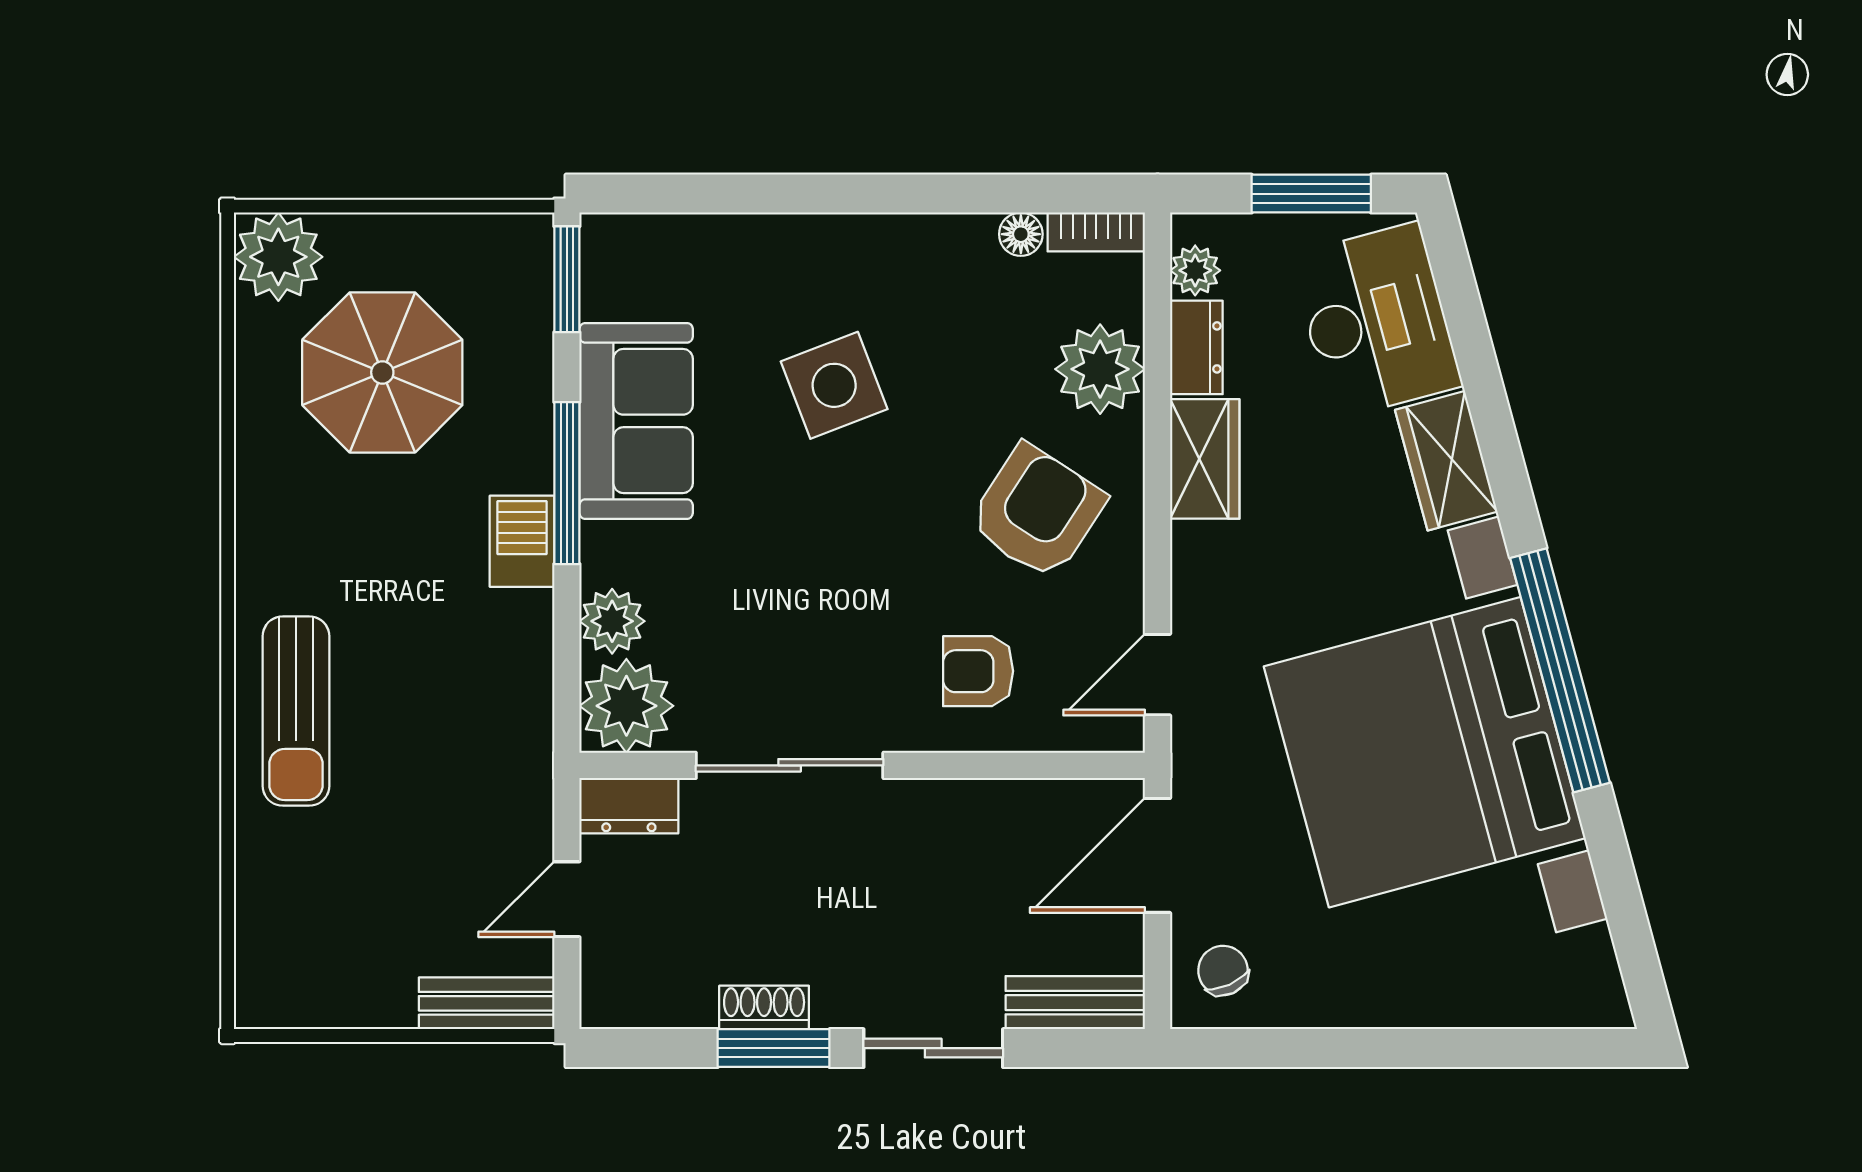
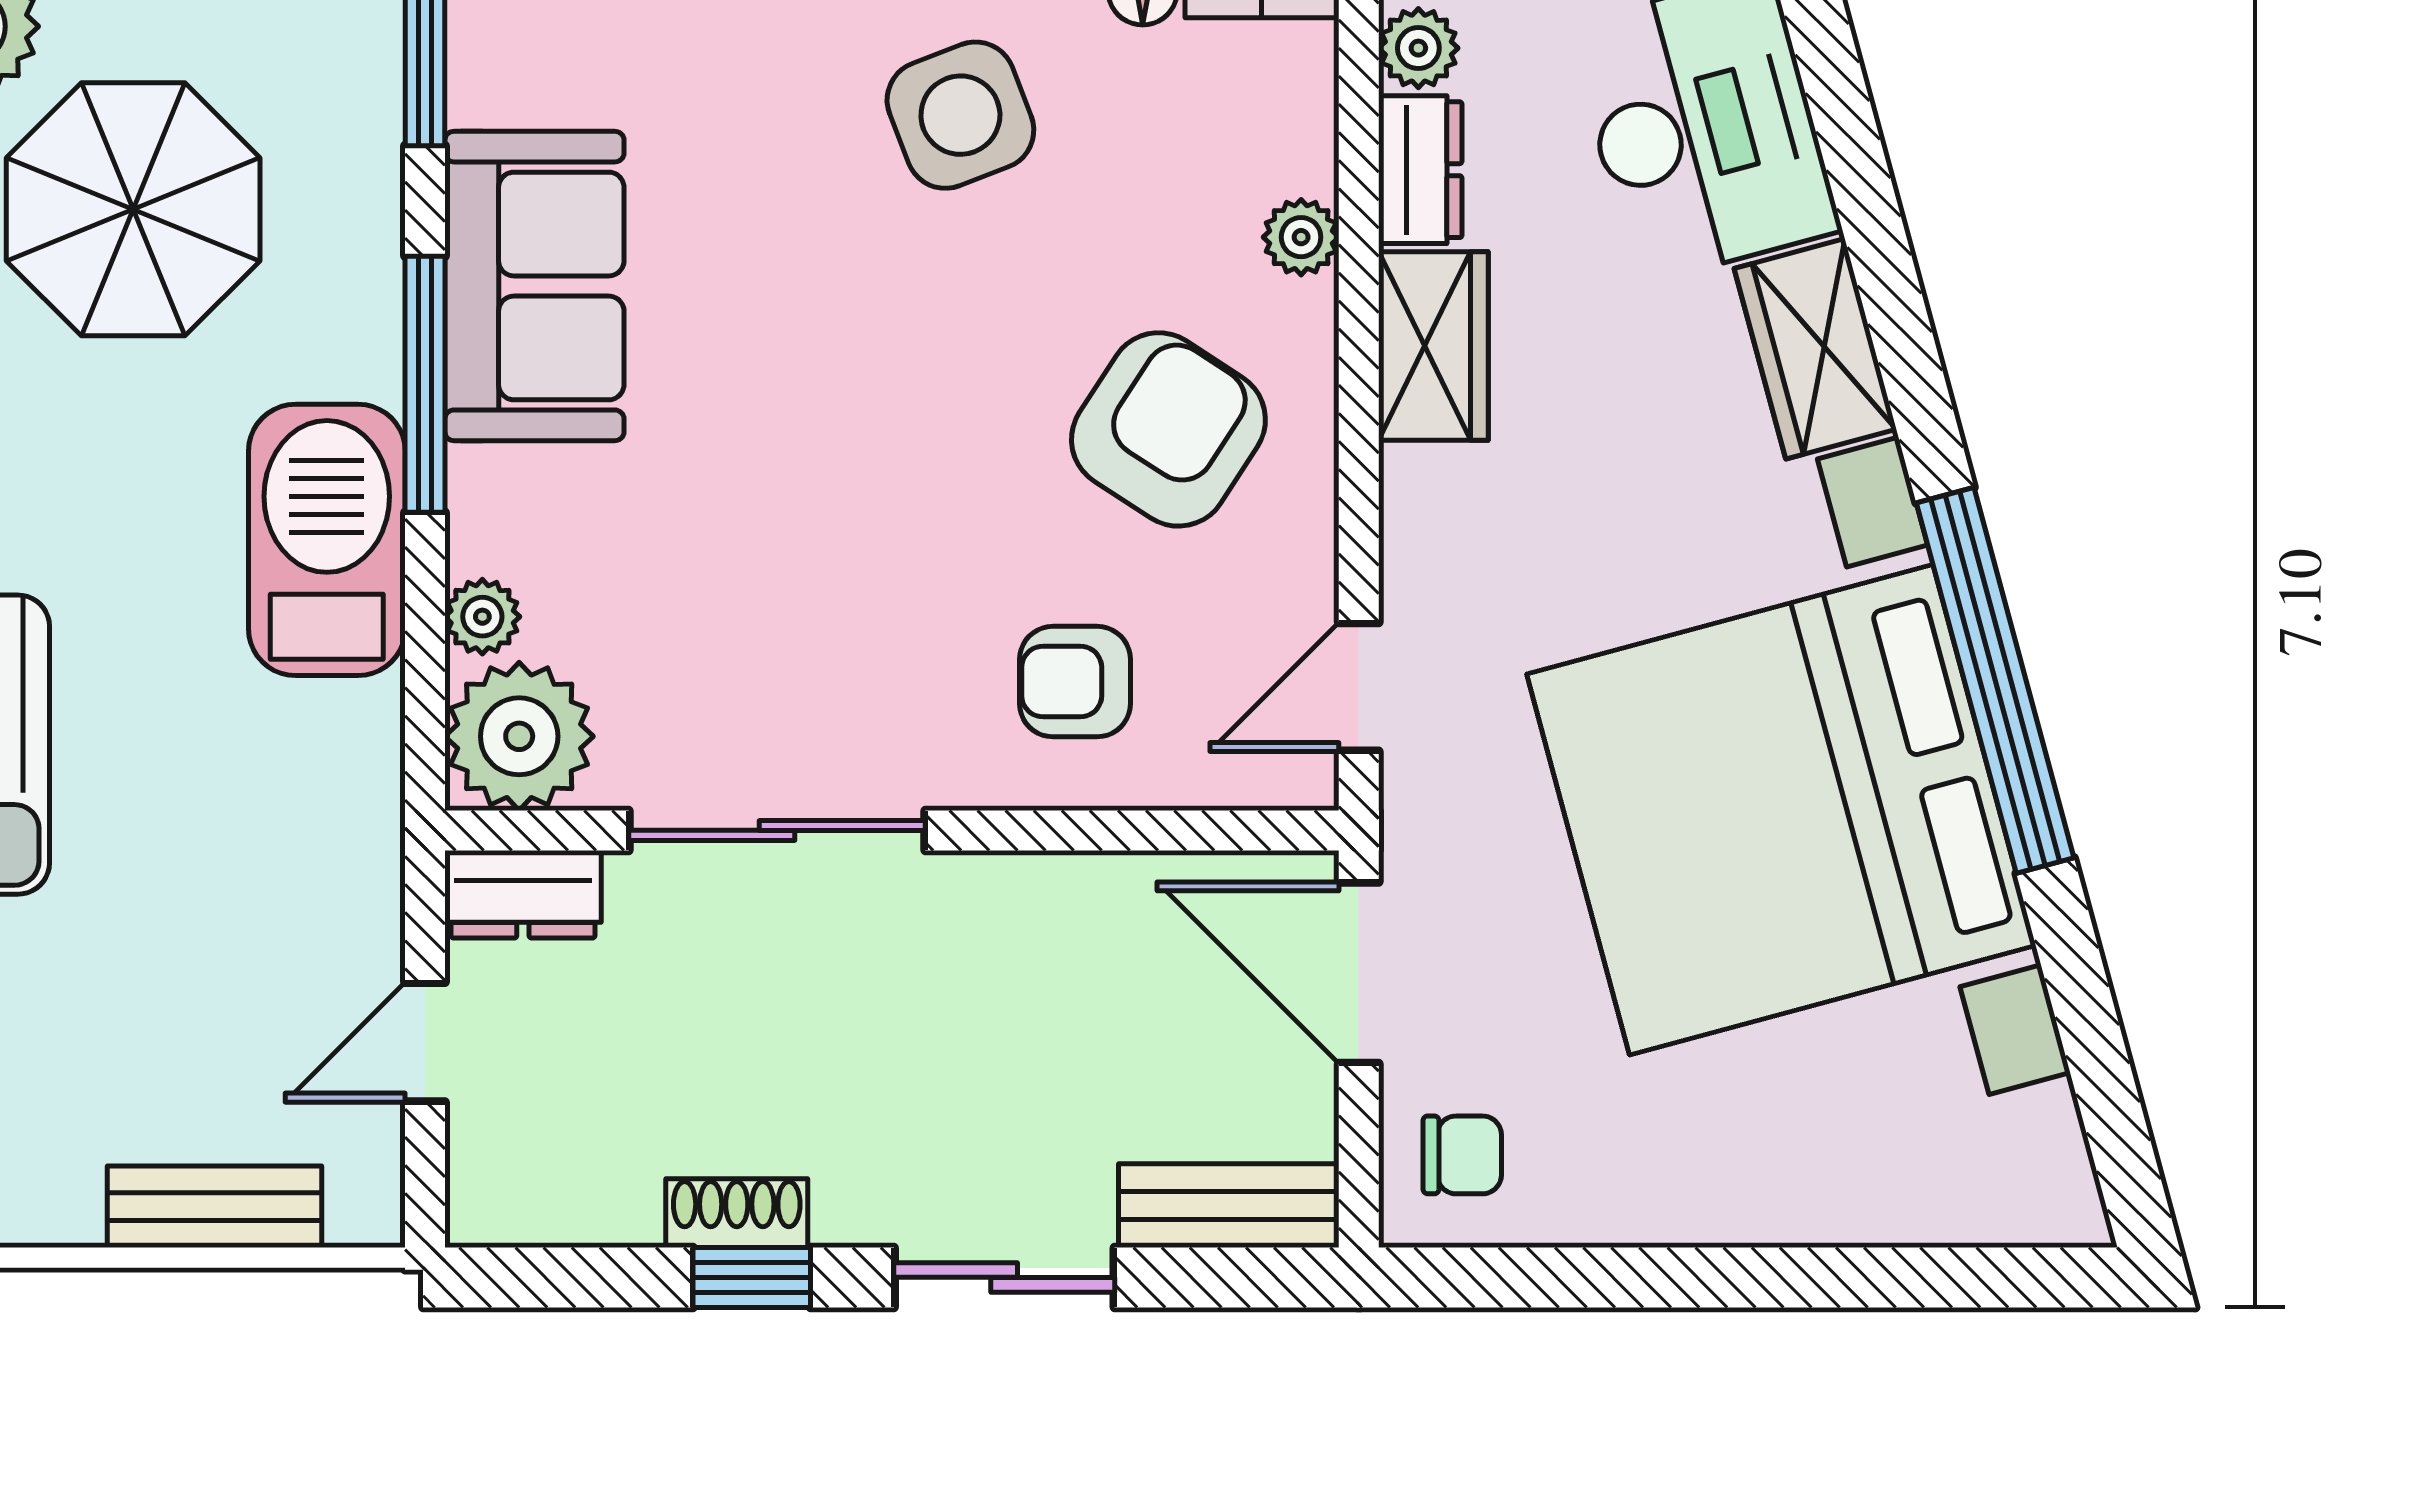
plant: (1100, 369) -> (1301, 237), width x0.53, depth x0.53
side table: (834, 385) -> (960, 115), moved
barbecue: (522, 541) -> (327, 540), width x1.88, depth x1.53
plant: (612, 621) -> (482, 617), width x0.73, depth x0.73
door: (1158, 855) -> (1359, 973), hinge flipped
chair: (1223, 971) -> (1462, 1155), turned 114
bench: (487, 1003) -> (215, 1207), moved
window: (774, 1048) -> (752, 1277), width x0.67

